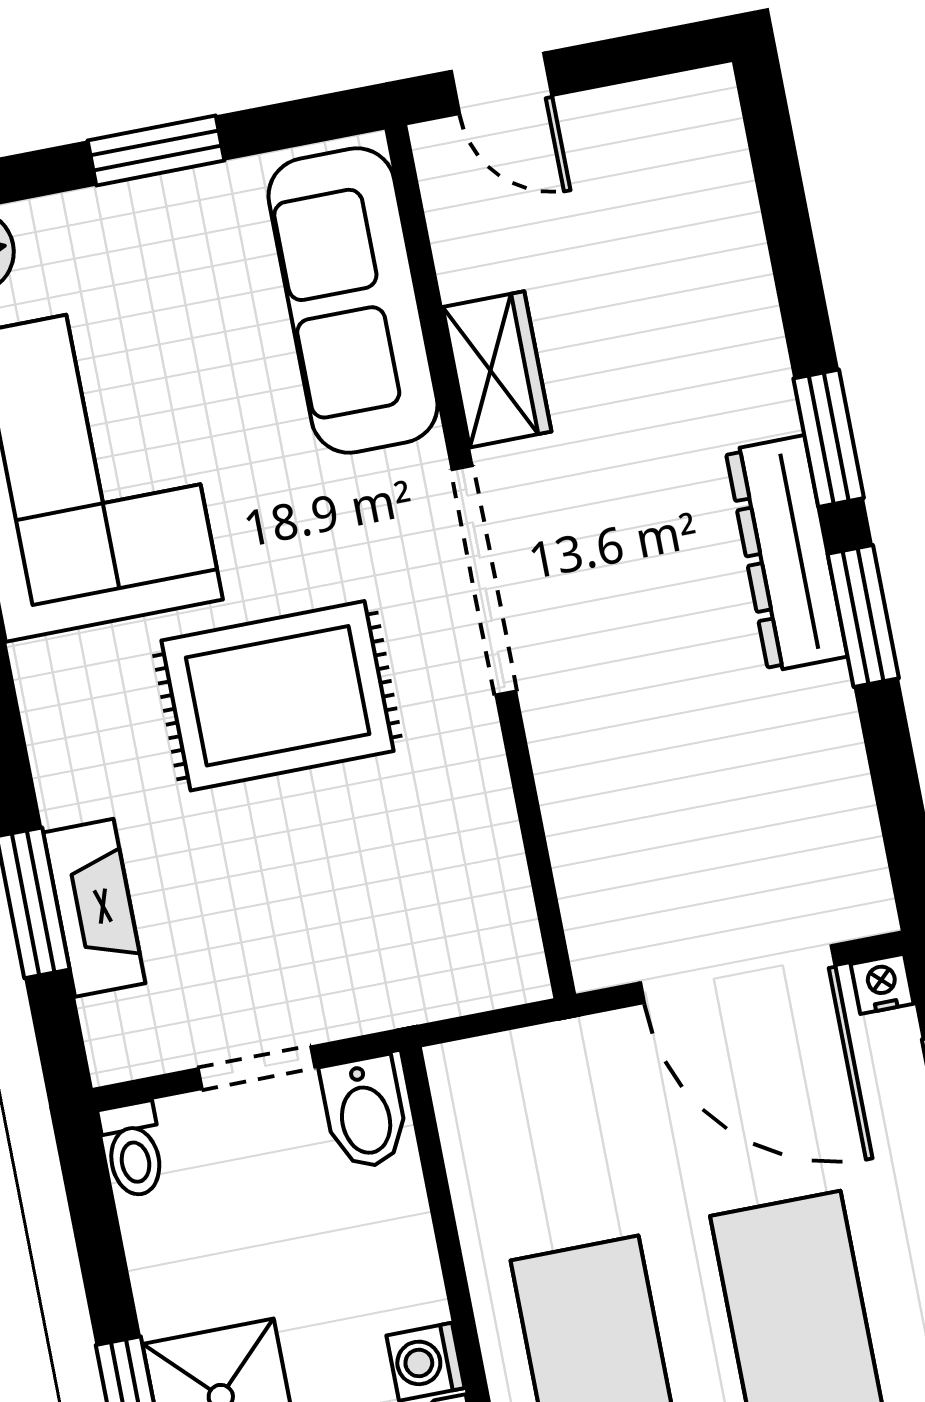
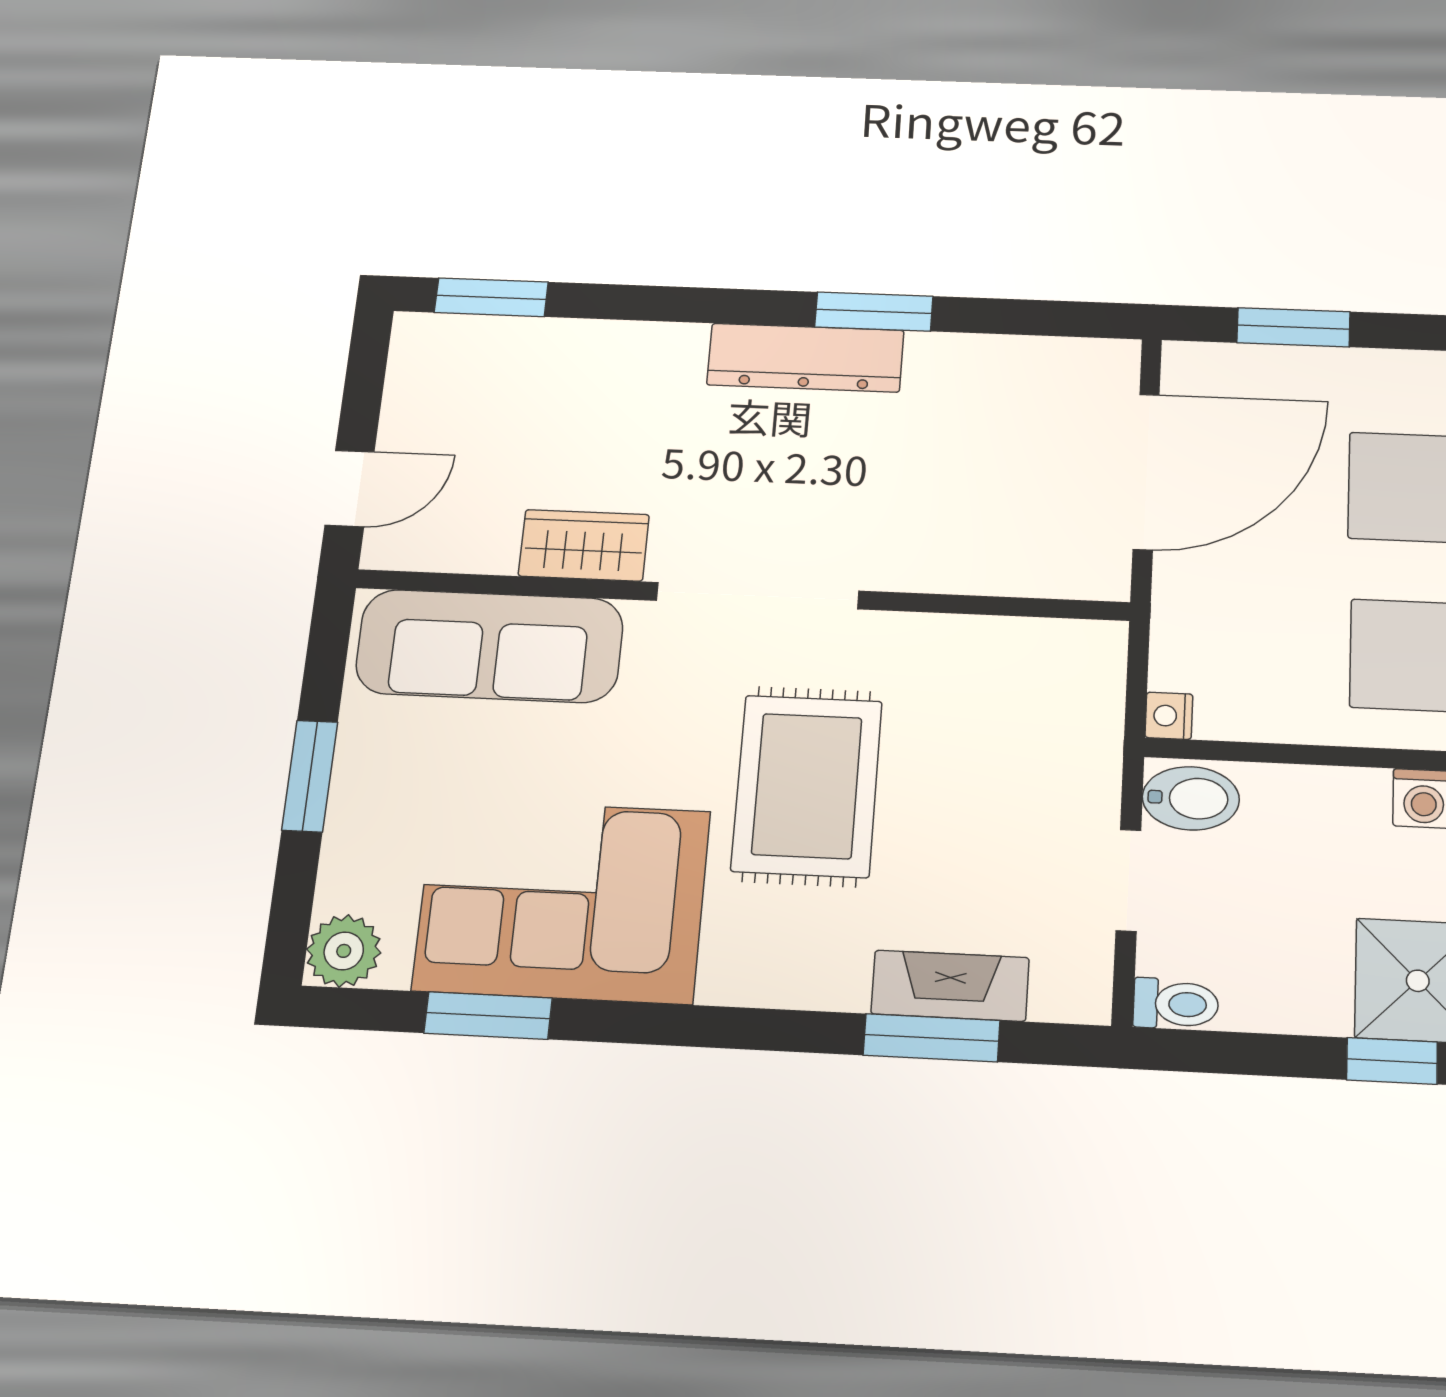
window: (829, 438) -> (491, 297), moved
nightstand: (882, 984) -> (1169, 716), moved

